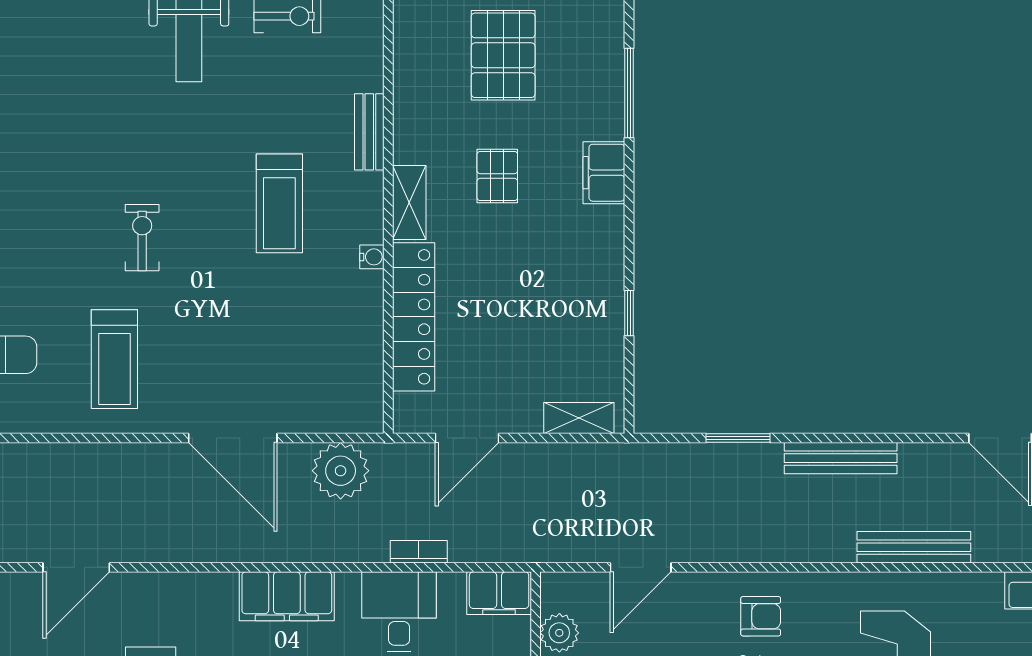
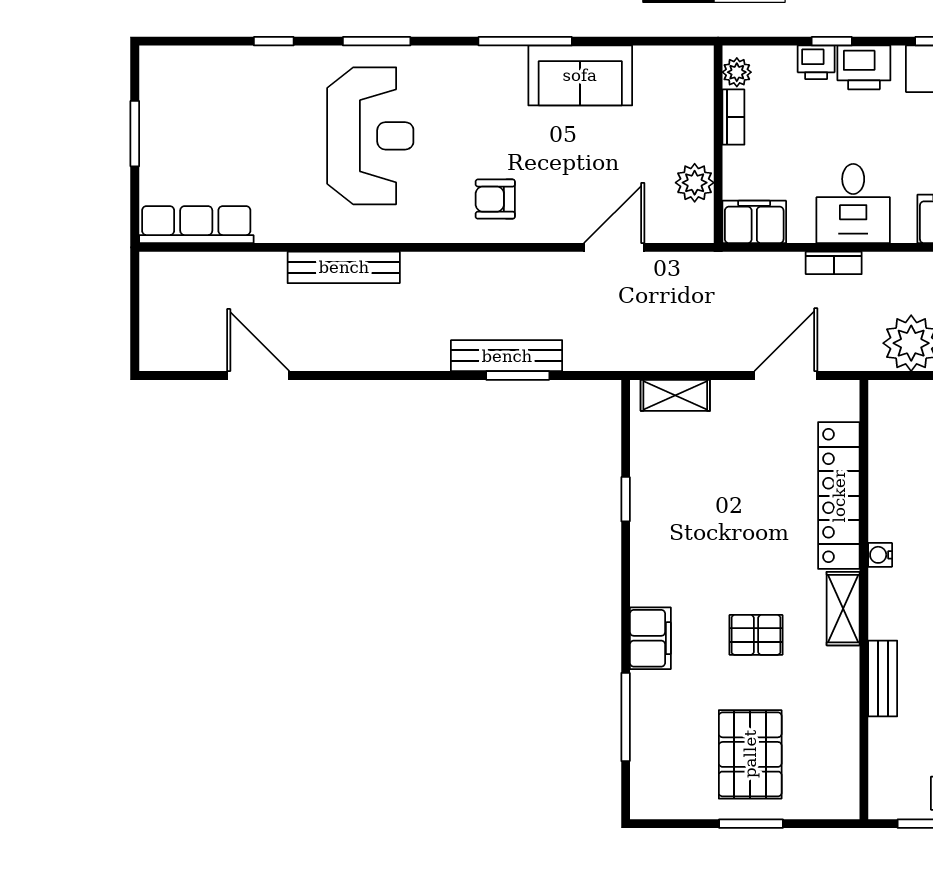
pallet: (497, 176) -> (756, 635), turned 90
bench: (841, 458) -> (507, 356), moved

